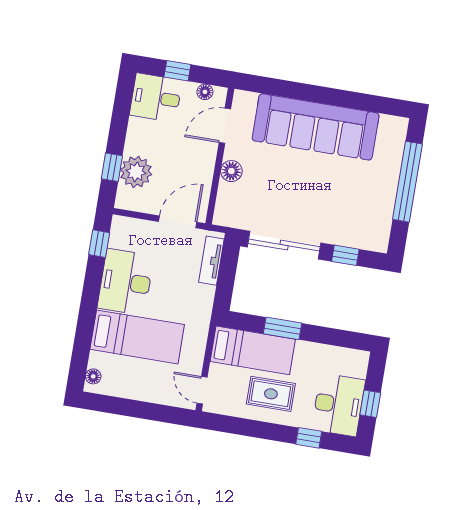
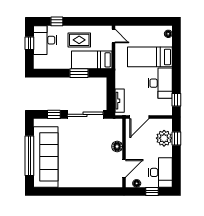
desk: (156, 98) -> (160, 172), width x1.37
sofa: (316, 127) -> (46, 157), moved, turned 90

